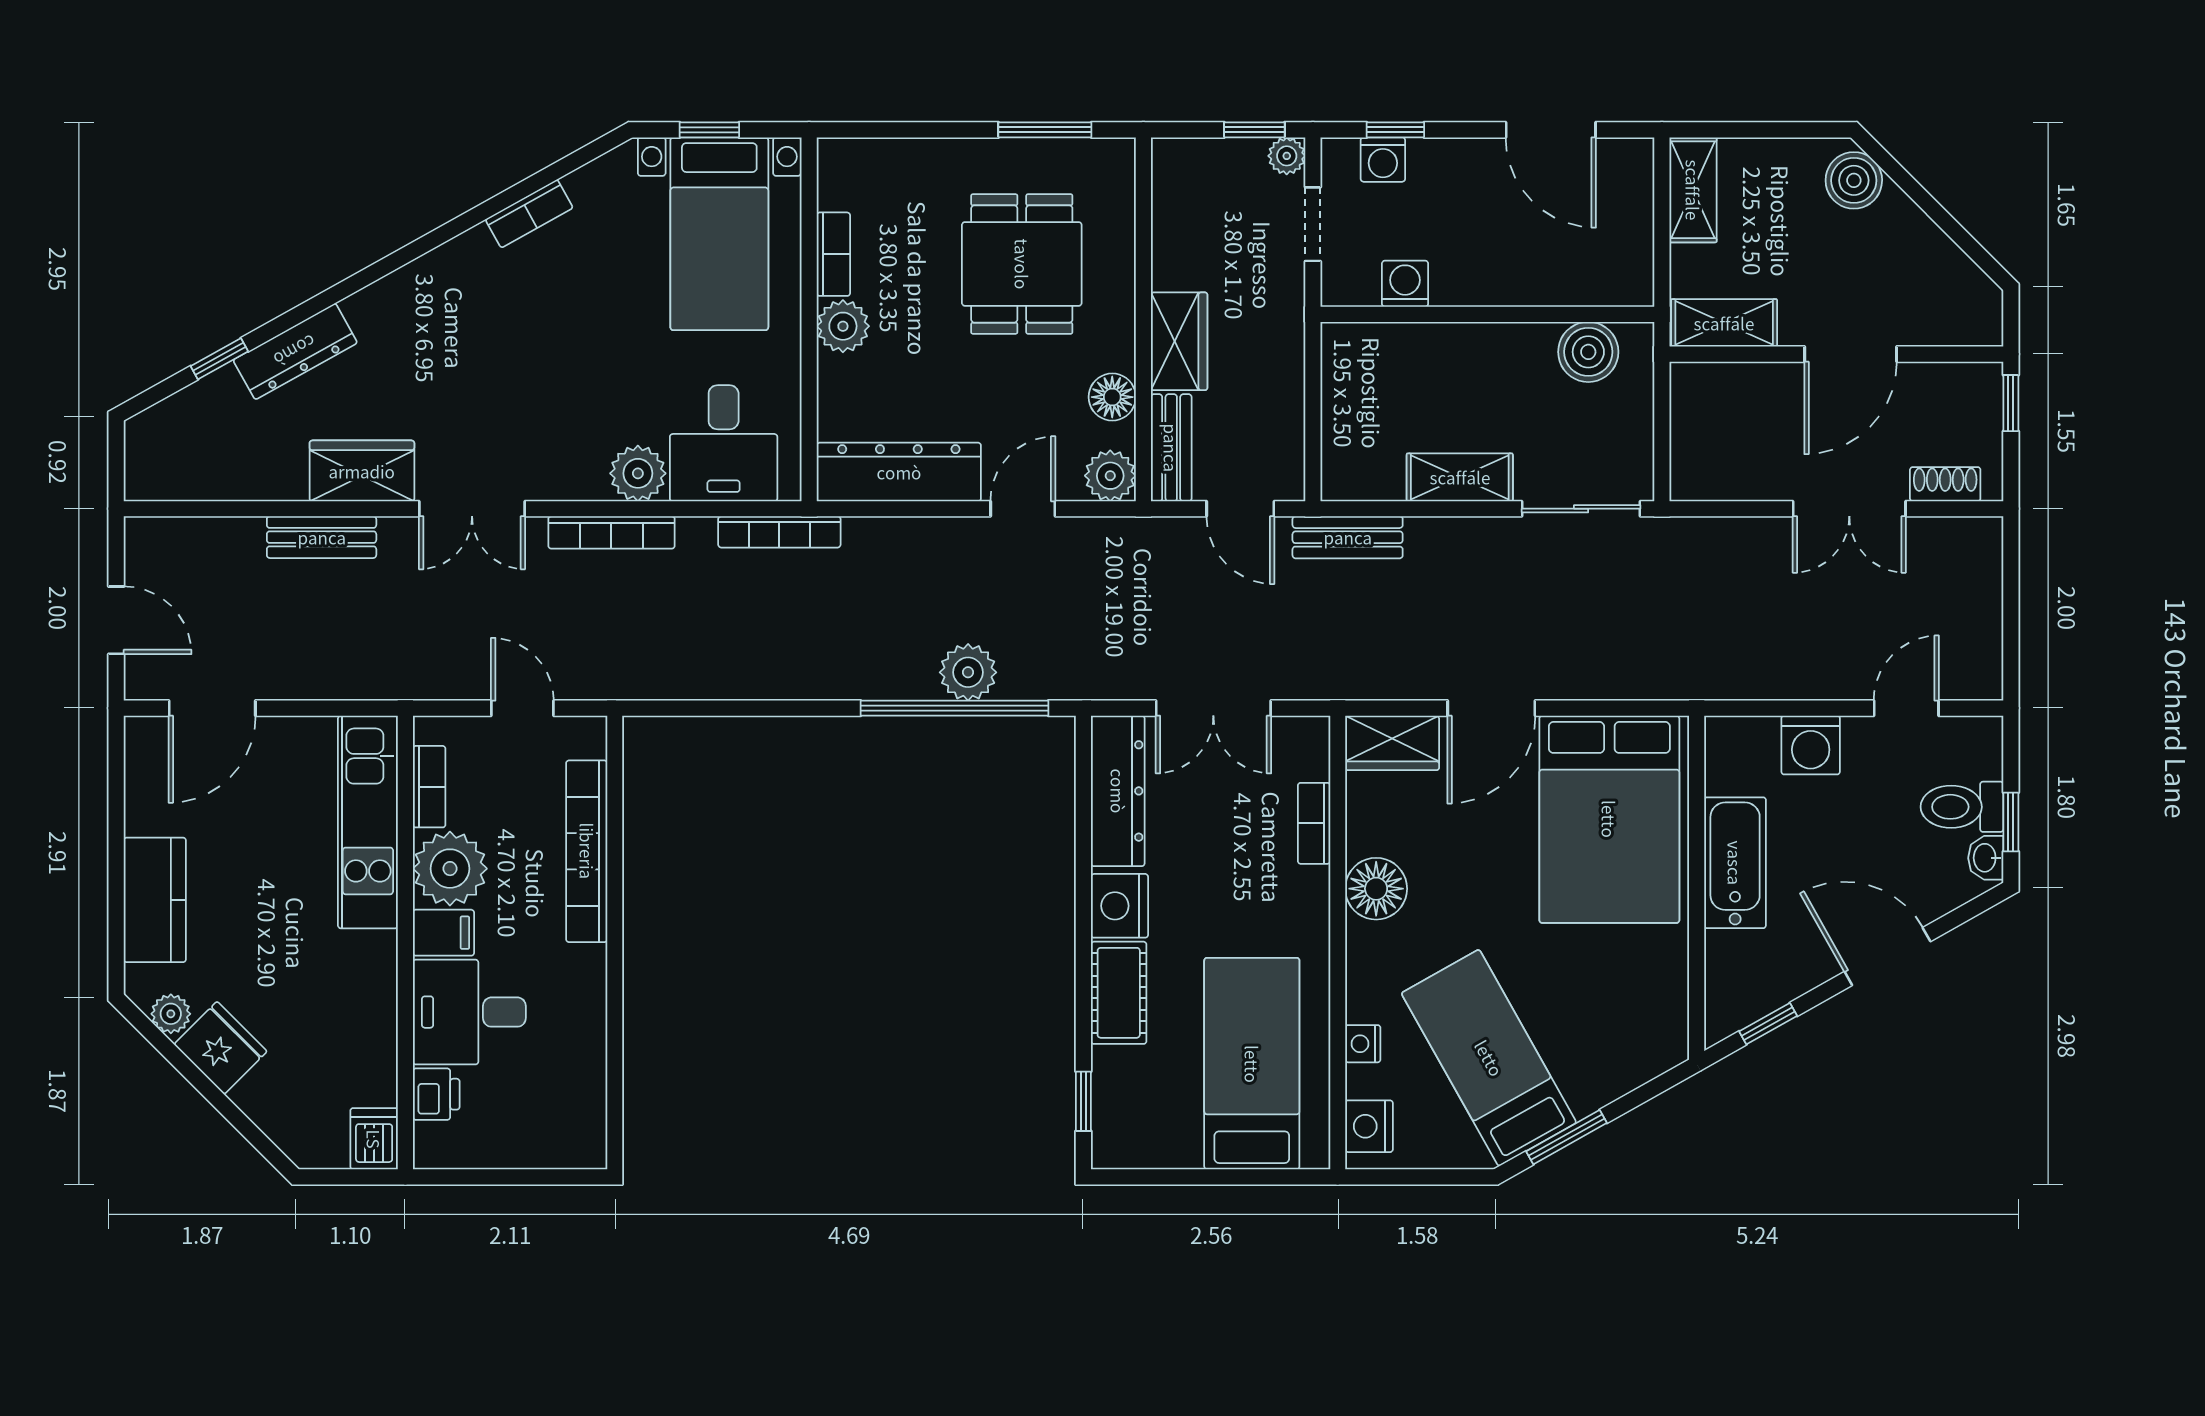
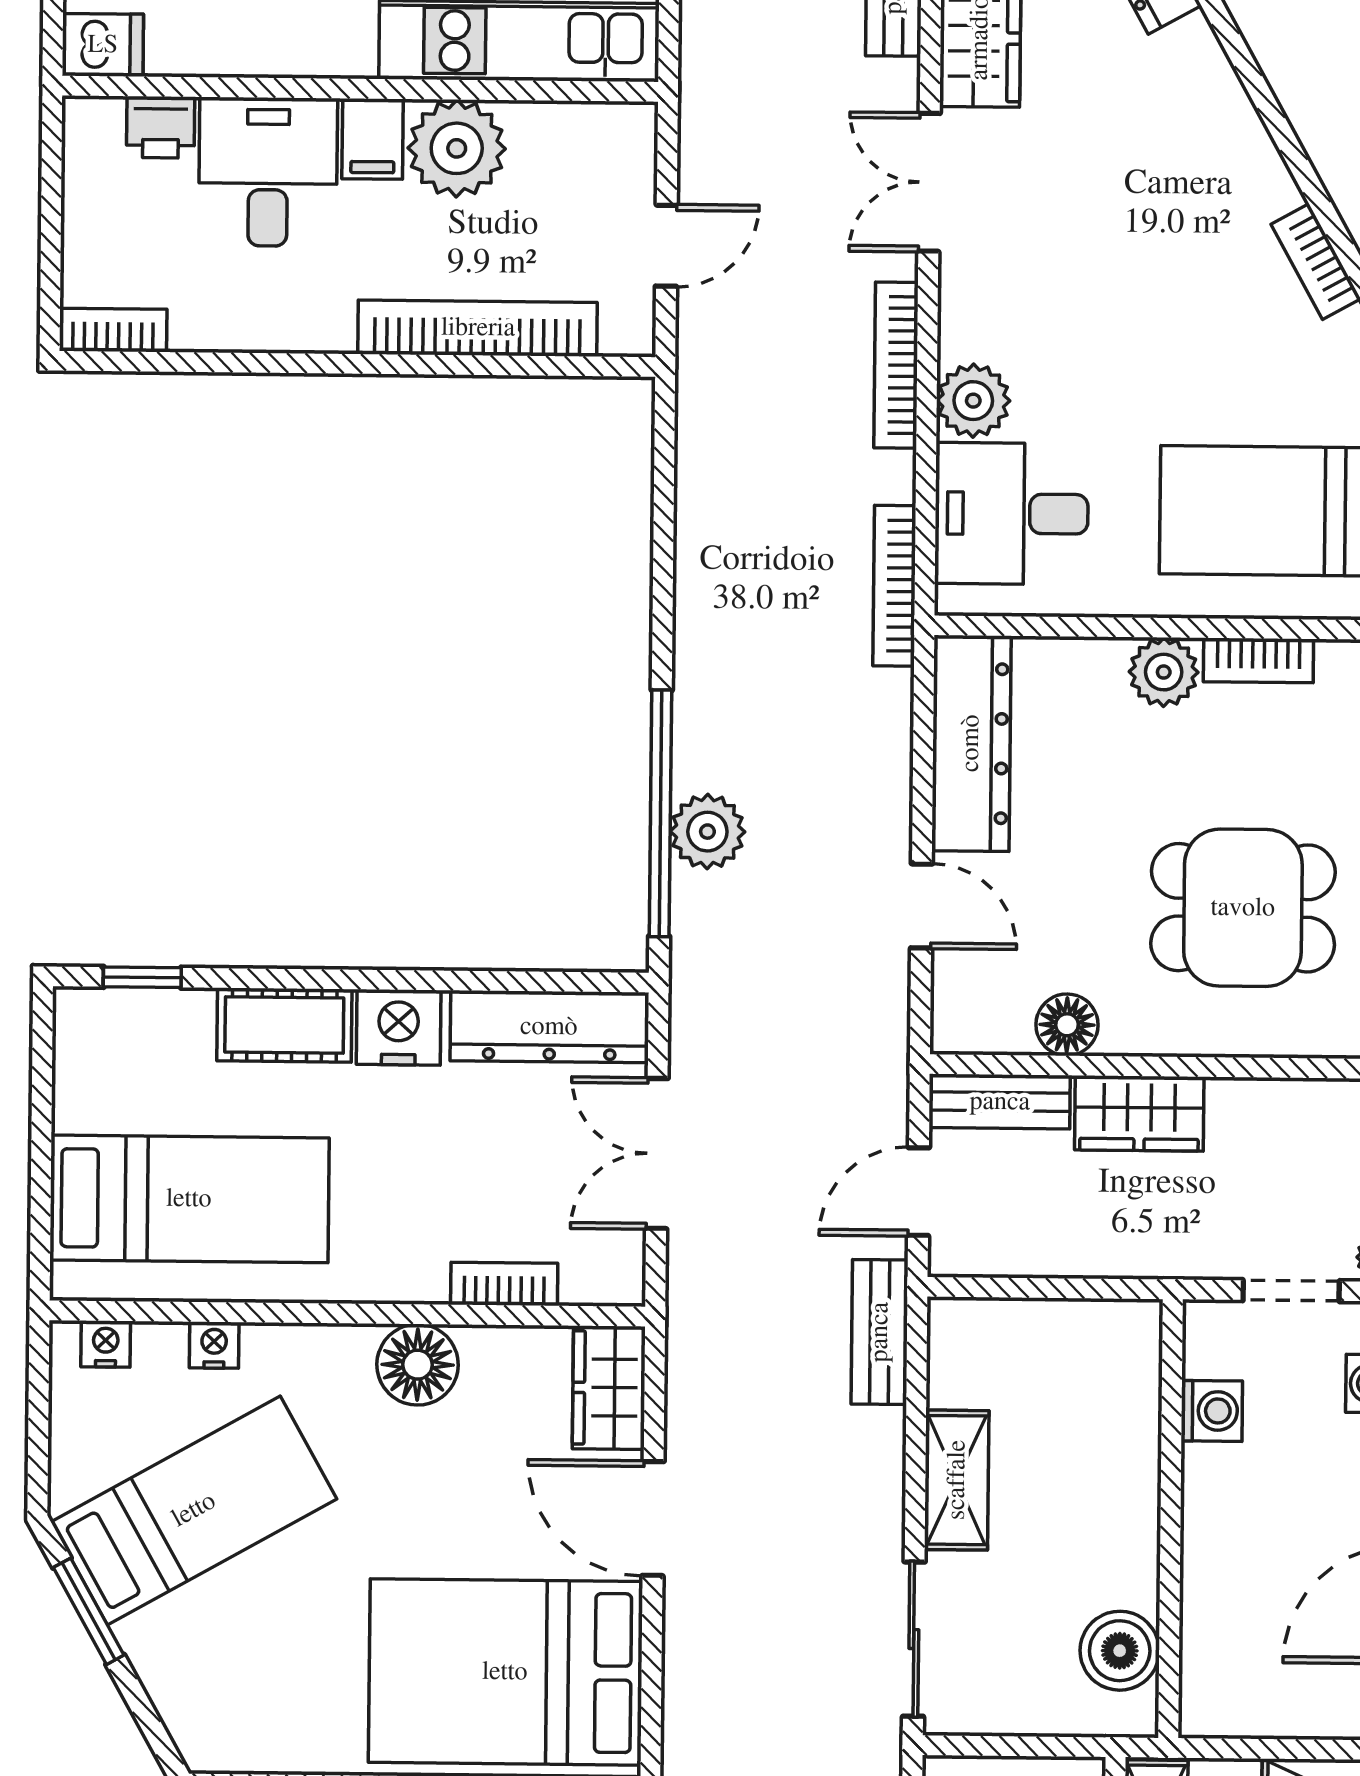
plant: (1110, 476) -> (964, 1021), removed
bookcase: (429, 787) -> (113, 330), moved, turned 180
nightstand: (1369, 1126) -> (106, 1344), width x0.72, depth x0.74

